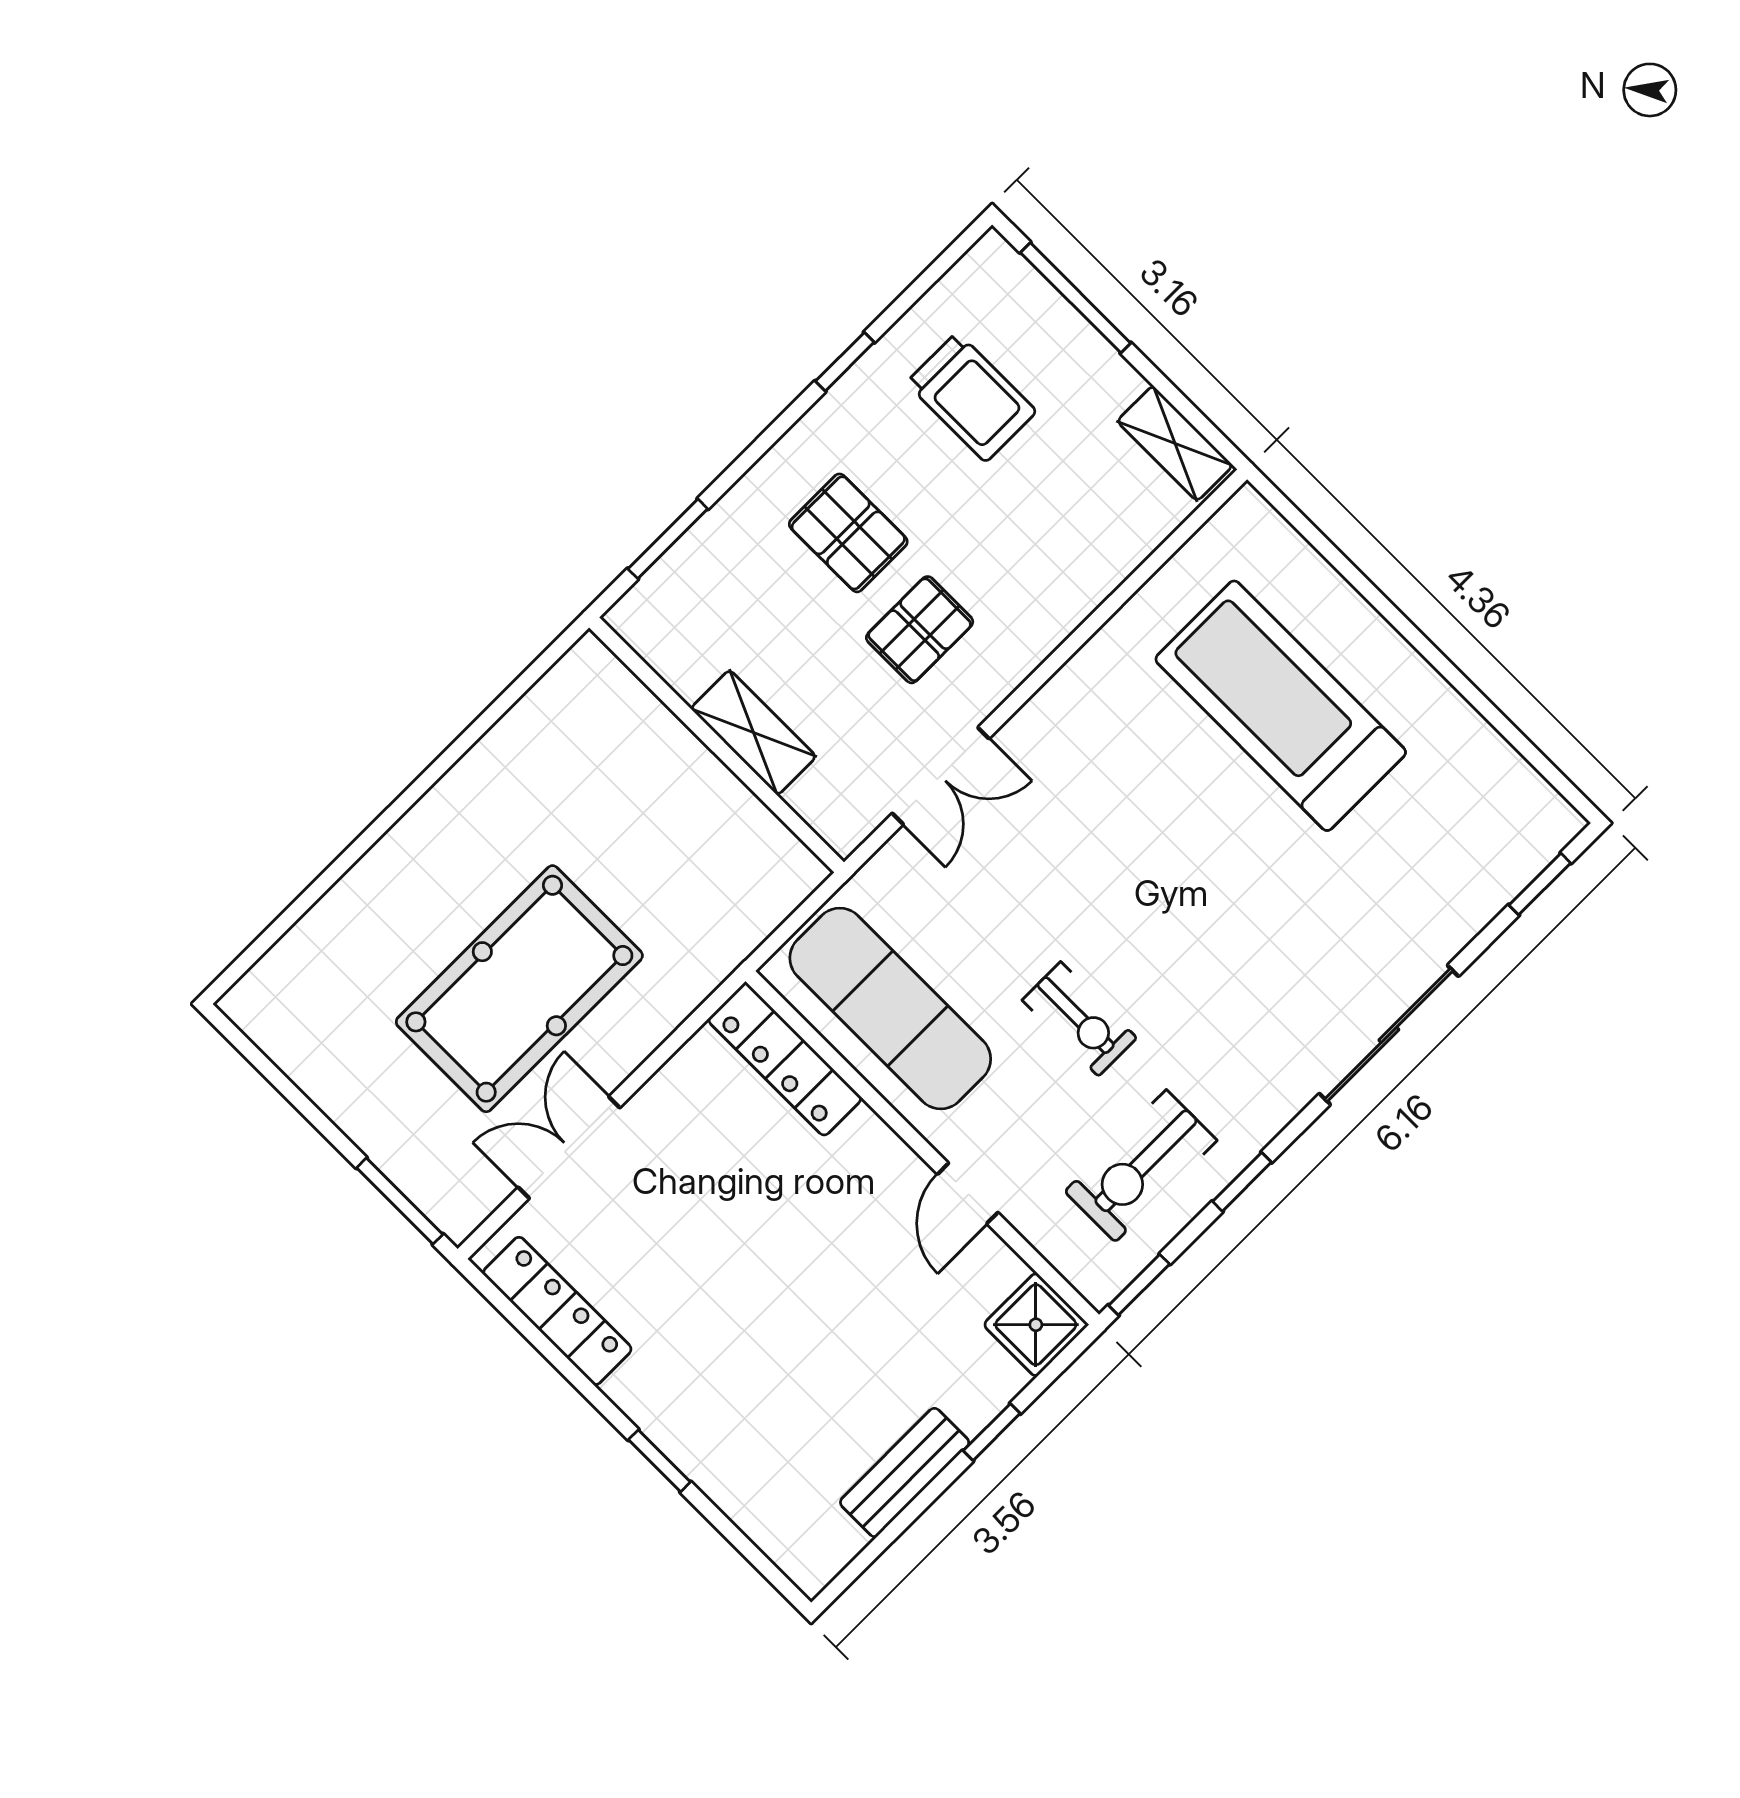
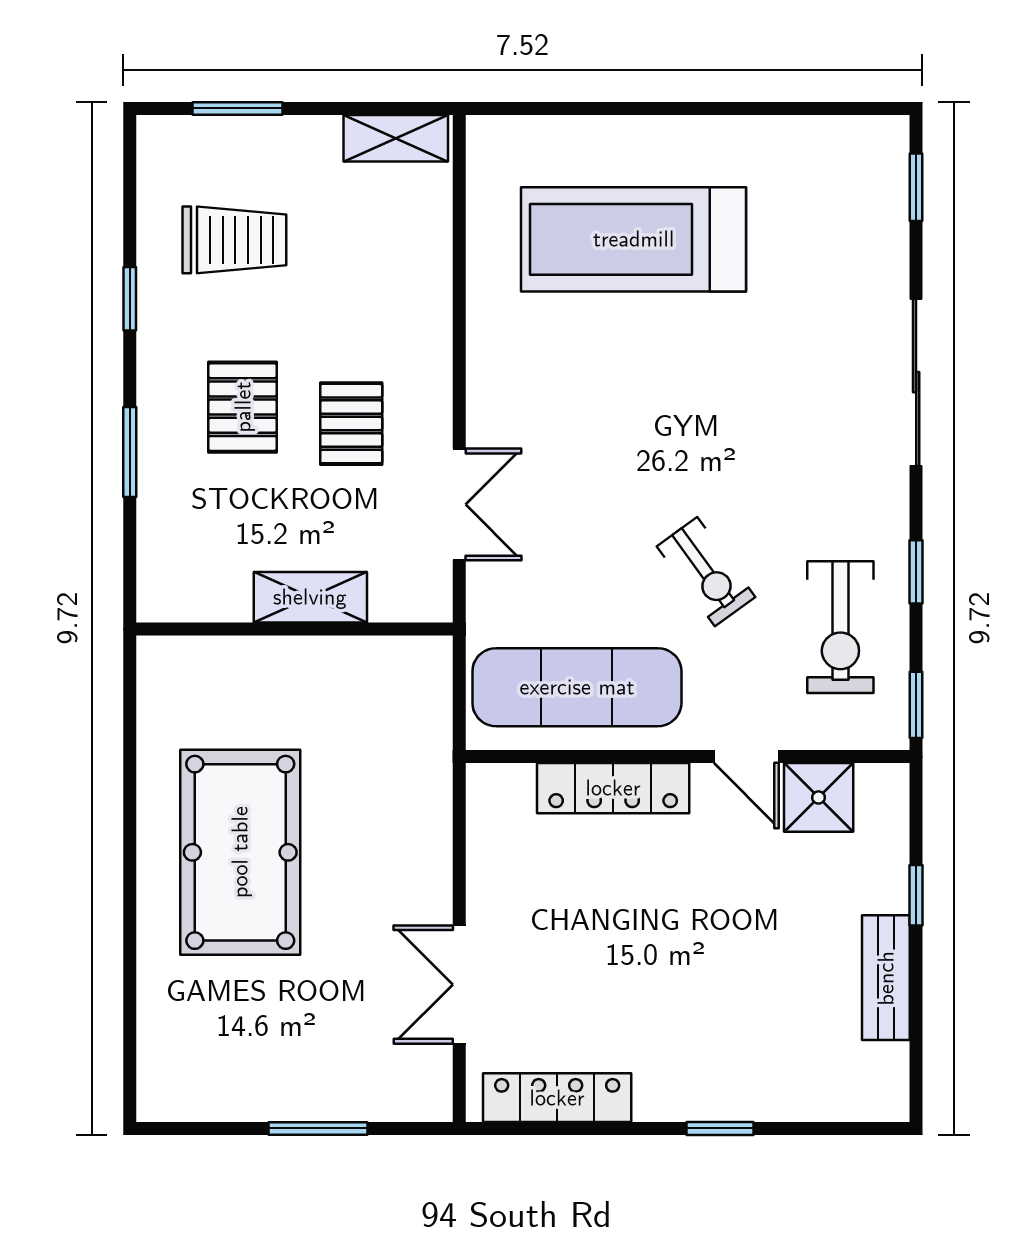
window: (1076, 298) -> (237, 108), width x0.69
pallet: (848, 533) -> (243, 407), turned 90
window: (668, 539) -> (130, 452), moved
pool table: (519, 989) -> (240, 852), moved
exercise bike: (1080, 1019) -> (706, 572), turned 54
locker: (785, 1059) -> (613, 788), moved
window: (400, 1201) -> (318, 1128), moved
shower: (1036, 1325) -> (819, 797), moved

